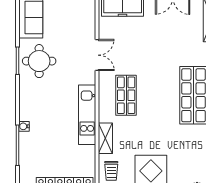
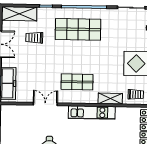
trolley: (182, 39) -> (34, 38), added

